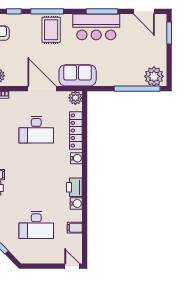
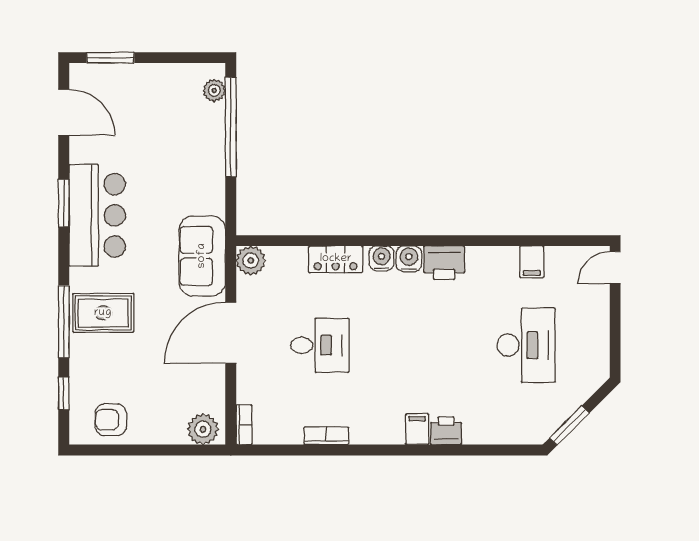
window: (102, 11) -> (64, 203), width x0.69
door: (144, 11) -> (64, 112), hinge flipped
plant: (154, 76) -> (214, 90), width x0.53, depth x0.53
desk: (36, 130) -> (320, 345), width x0.73
locker: (76, 130) -> (336, 259), width x0.66
water cooler: (76, 203) -> (409, 259), moved

